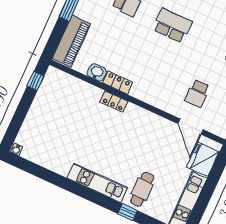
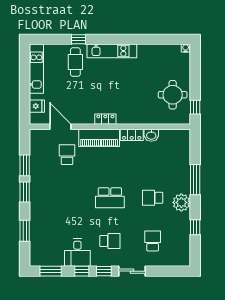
piano: (71, 41) -> (99, 138), moved, turned -90
locker: (114, 101) -> (105, 119), moved
round table: (54, 106) -> (173, 95), added
fridge: (203, 159) -> (37, 106), width x0.53, depth x0.75

